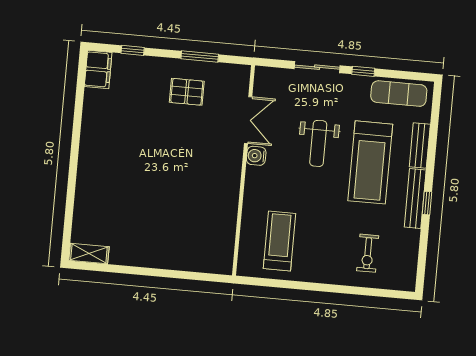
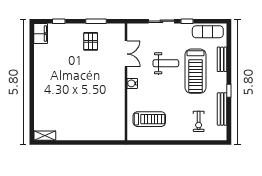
pallet: (187, 92) -> (91, 41), turned 90
weight bench: (318, 143) -> (166, 63), turned -90
water cooler: (256, 156) -> (132, 83), moved
bench: (415, 199) -> (222, 109), moved
treadmill: (279, 241) -> (149, 119), turned 90

